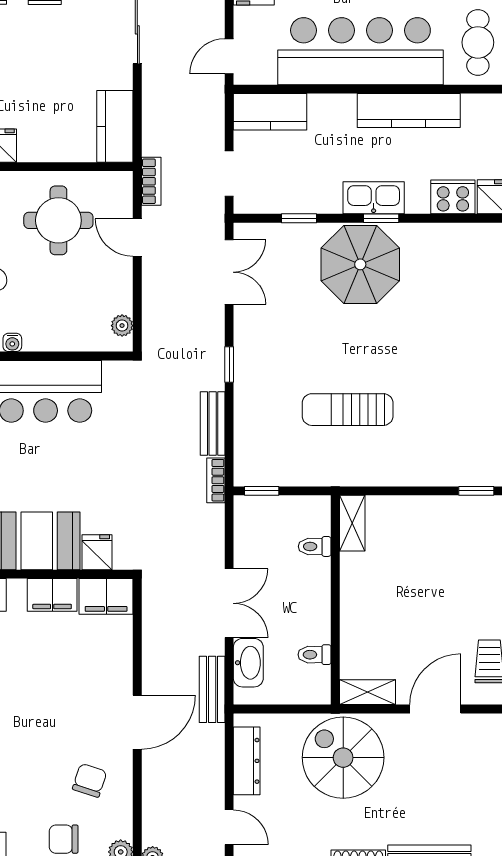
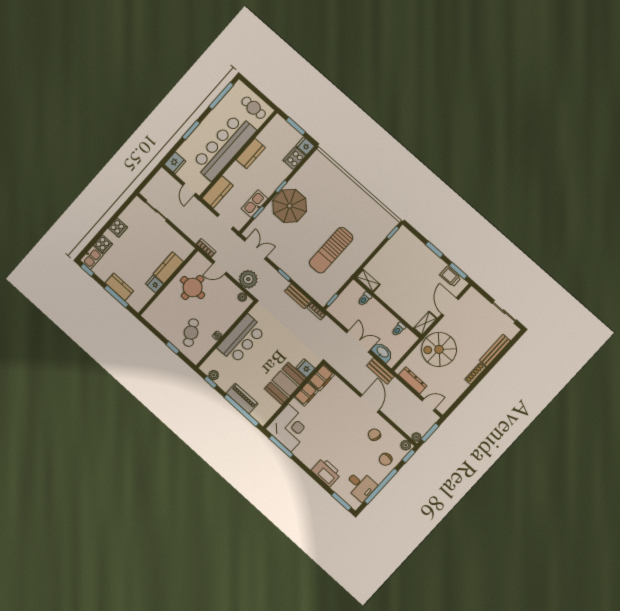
kitchen counter: (409, 111) -> (251, 154), width x0.67
kitchen counter: (115, 126) -> (168, 268), moved, turned 90
kitchen sink: (374, 198) -> (255, 204), moved
plant: (163, 307) -> (248, 279), added
sun lounger: (348, 410) -> (331, 250), width x1.36, depth x1.34

